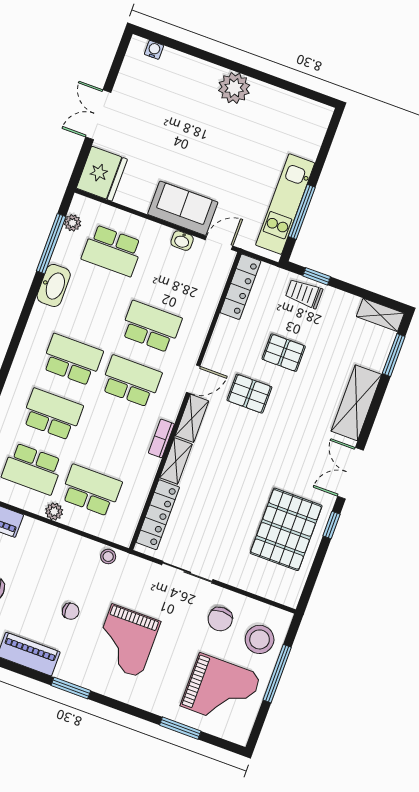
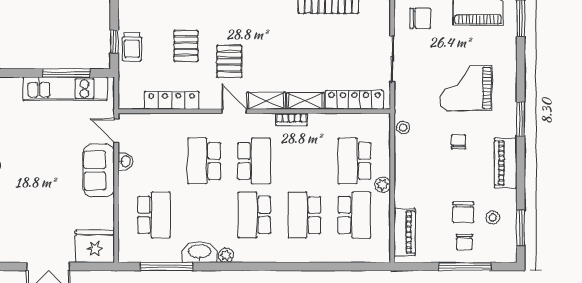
plant: (73, 223) -> (226, 255), moved
locker: (240, 287) -> (172, 100), moved
school desk: (131, 381) -> (254, 161), turned 180
grand piano: (126, 641) -> (466, 88), turned 180

